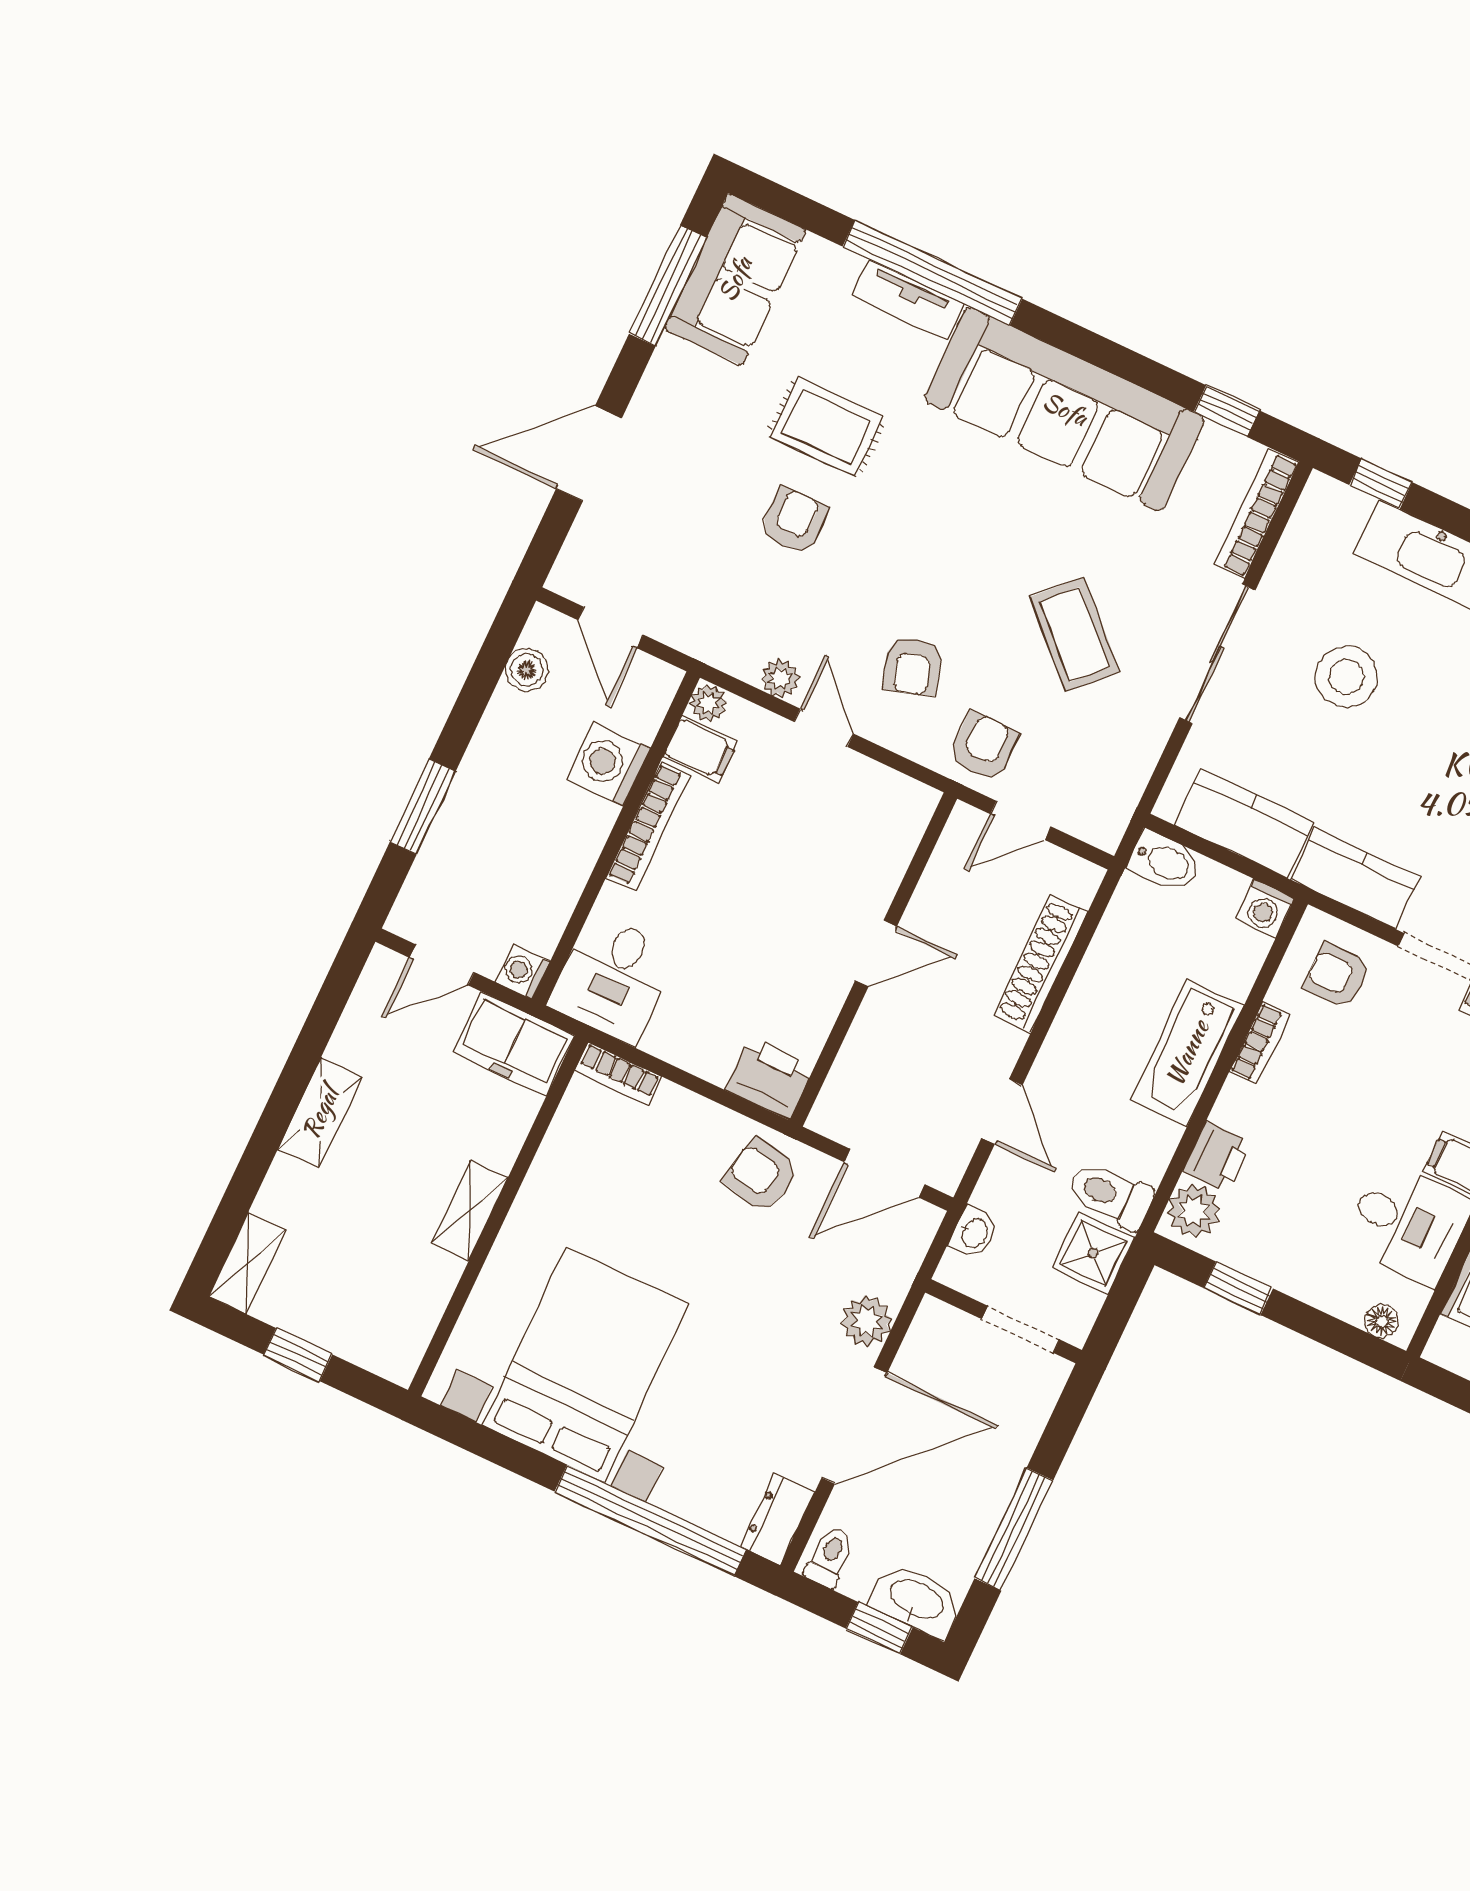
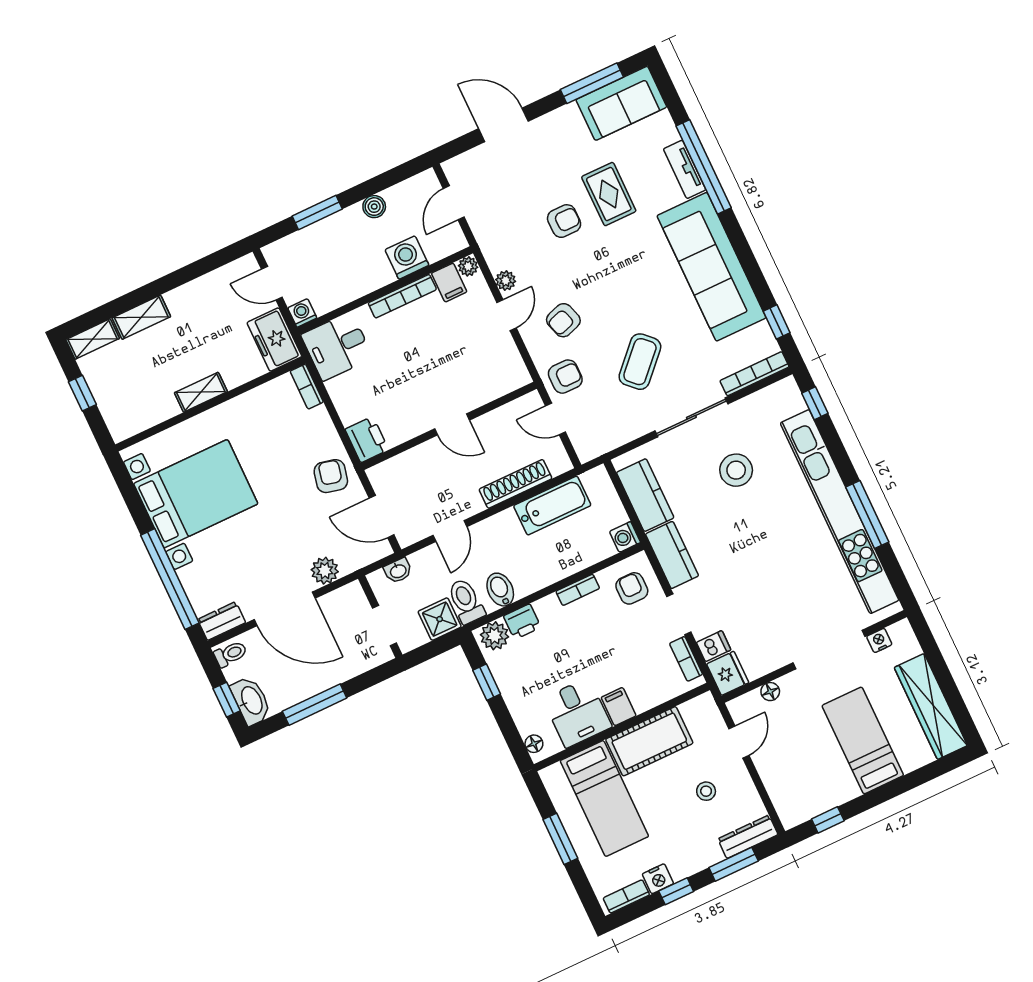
boiler: (527, 670) -> (374, 207), moved
bidet: (1164, 862) -> (500, 590), moved, turned 180
bathtub: (1187, 1053) -> (552, 506), moved, turned 180
shelving: (320, 1113) -> (141, 317), moved

